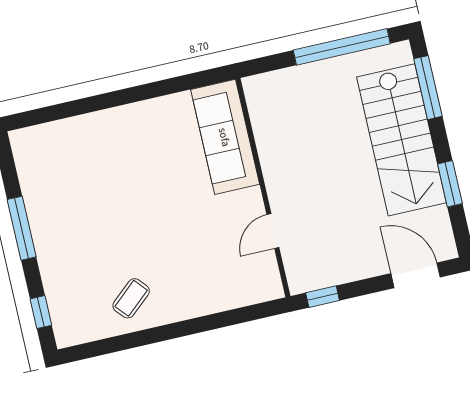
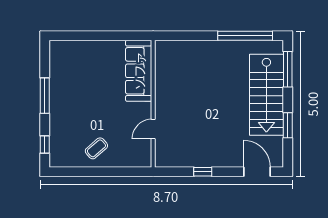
sofa: (225, 137) -> (139, 71), moved
wall: (263, 188) -> (153, 104), moved
door: (273, 231) -> (153, 129), moved

